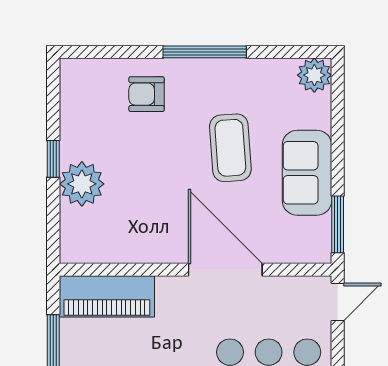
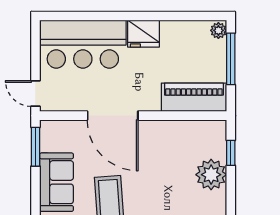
window: (53, 159) -> (231, 153), moved
door: (338, 302) -> (35, 93), hinge flipped

